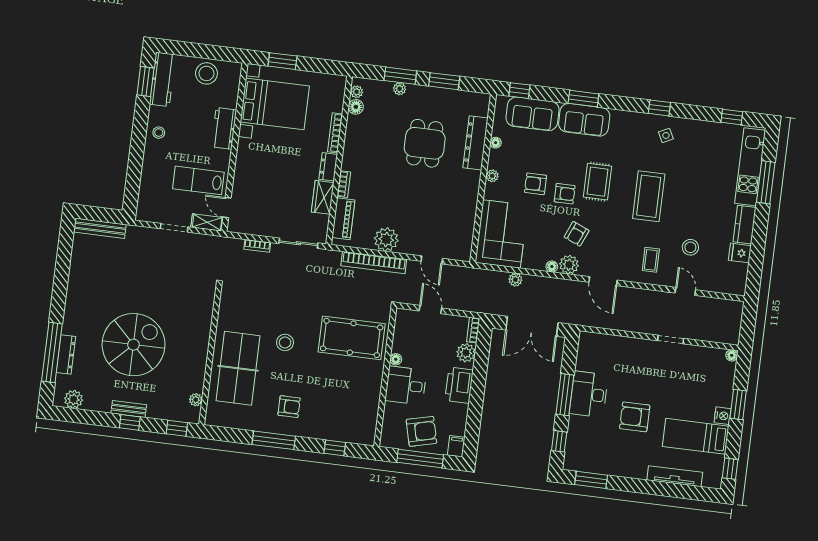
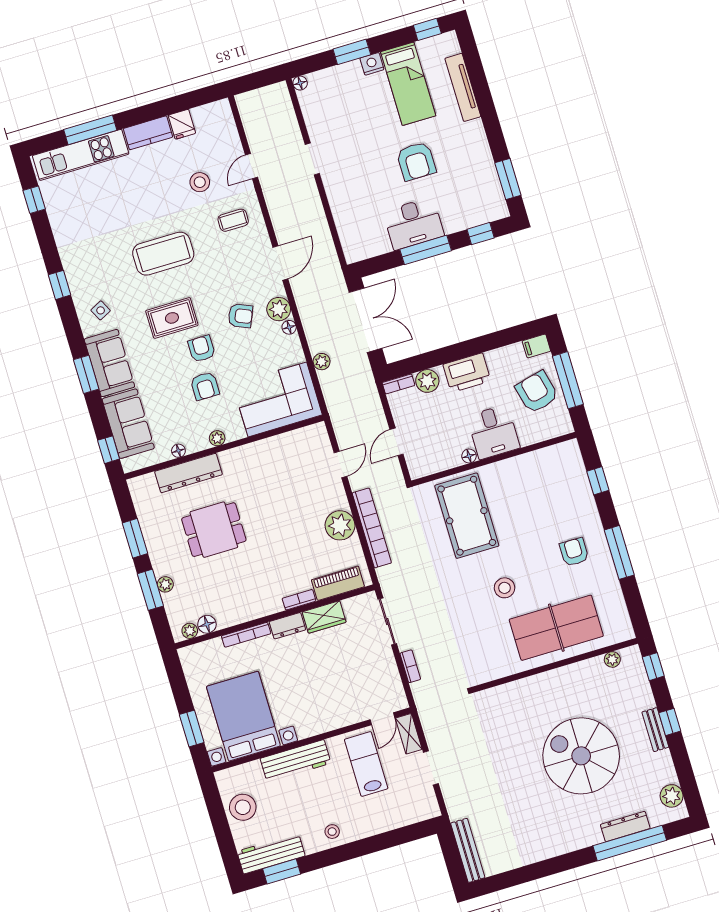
workbench: (224, 128) -> (296, 761), width x1.37
side table: (666, 135) -> (101, 310), moved
lab bench: (198, 180) -> (366, 764), turned 180

